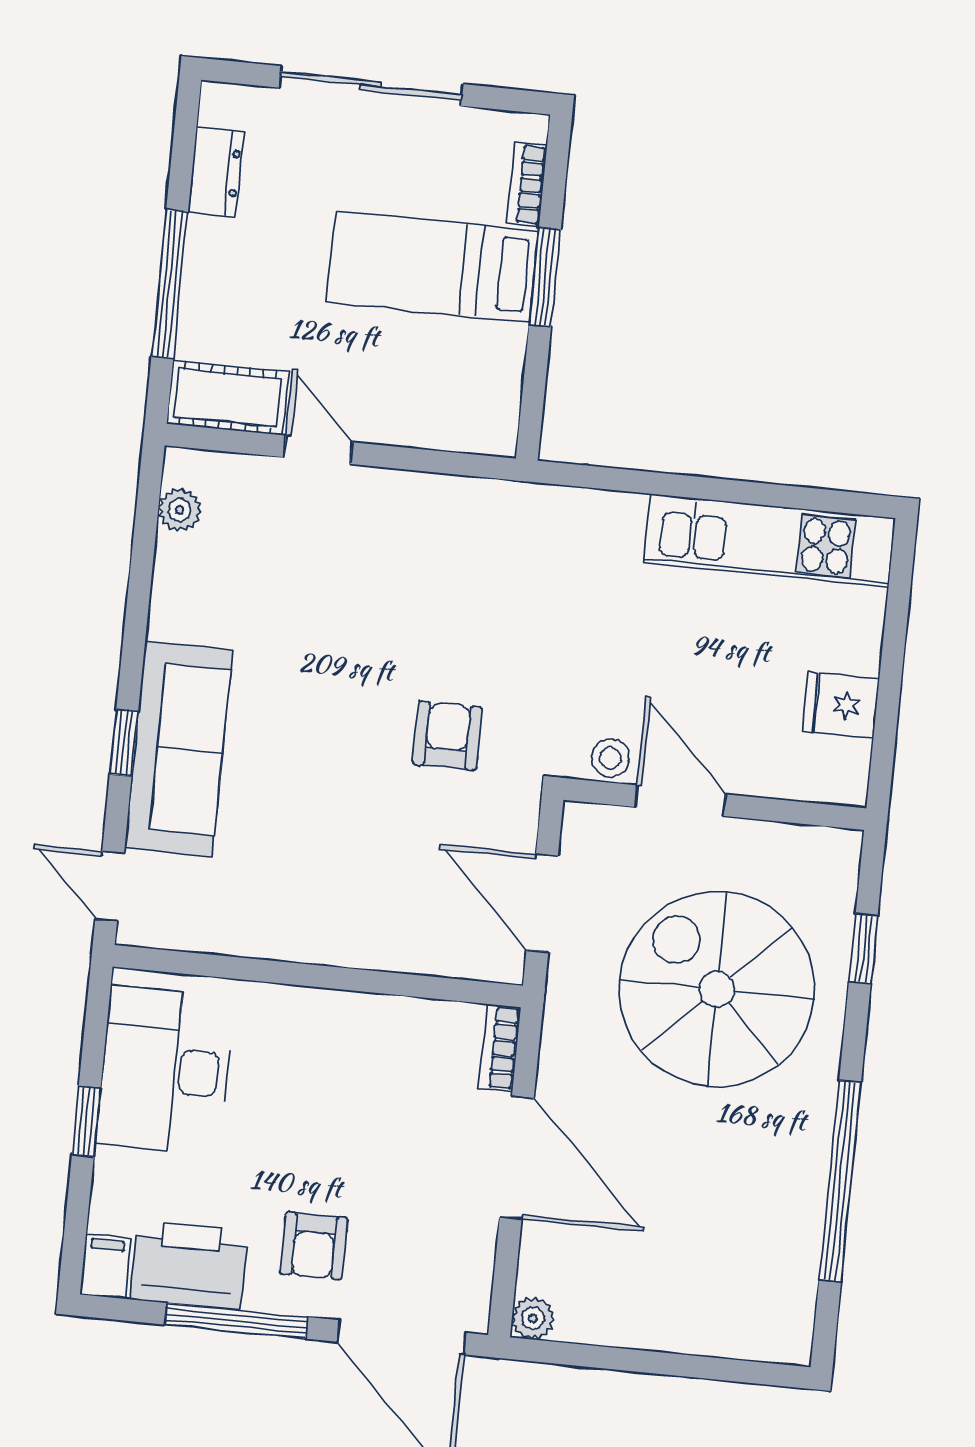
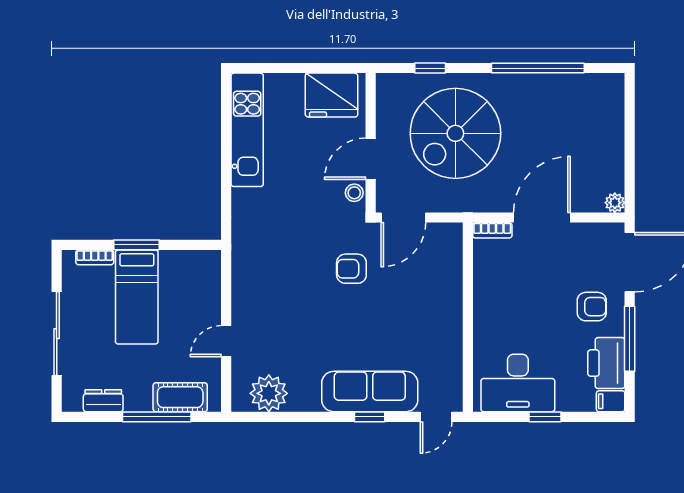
cot: (228, 398) -> (180, 397), moved, turned 90
plant: (180, 510) -> (269, 393), width x1.87, depth x1.87
fridge: (841, 705) -> (332, 95), width x1.88, depth x1.34
door: (542, 903) -> (403, 217), moved

